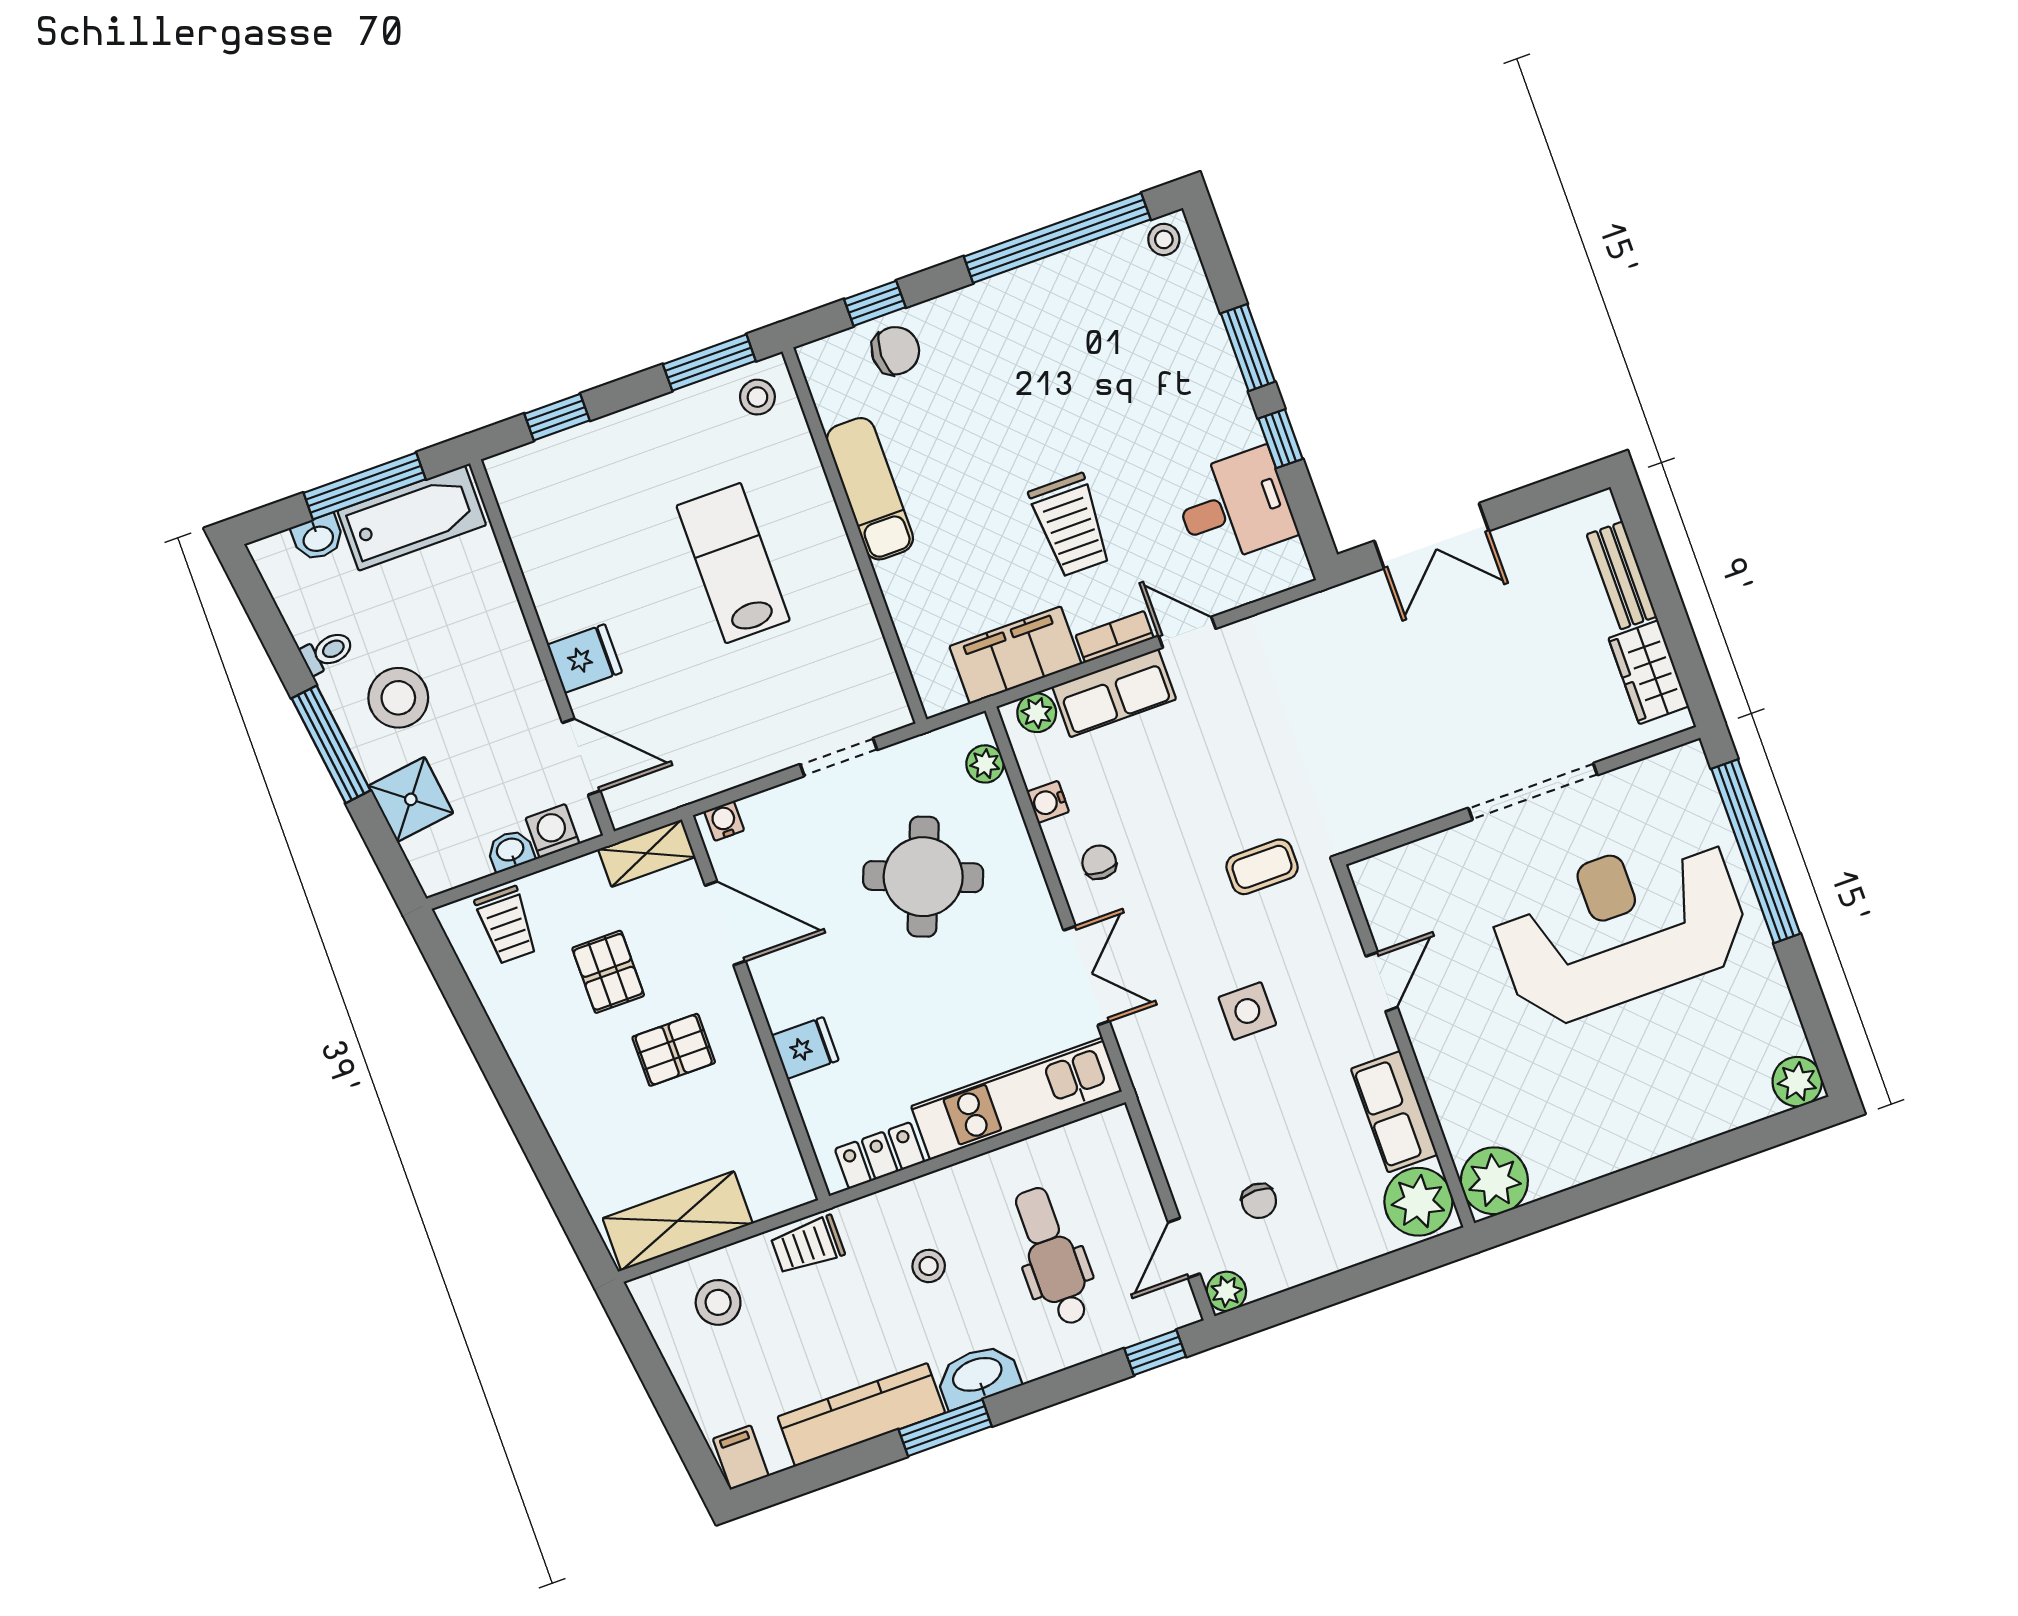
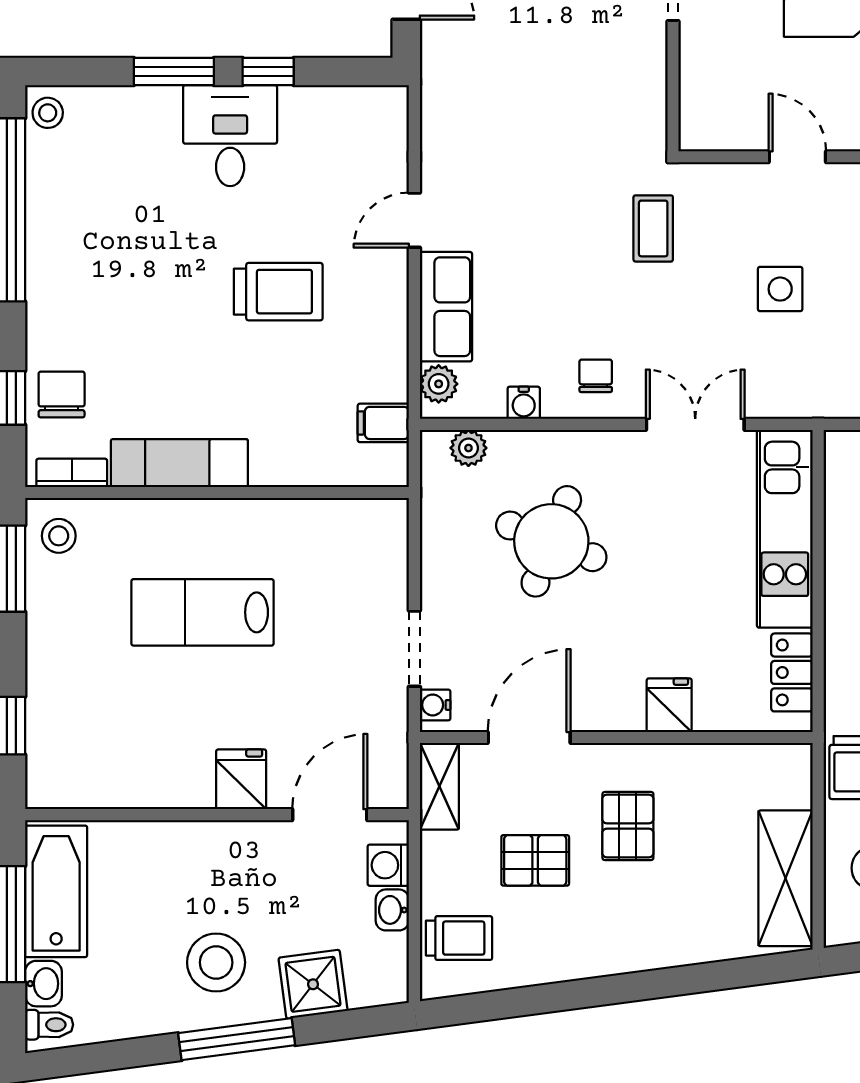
desk: (1235, 507) -> (230, 136), moved
bookcase: (1115, 637) -> (72, 473), moved, turned 90
toilet: (327, 652) -> (49, 1025), moved, turned 98
filing cabinet: (1015, 655) -> (383, 423), width x0.33, depth x0.86
doorway: (839, 757) -> (414, 649), moved
chair: (1099, 862) -> (596, 376), turned 90

